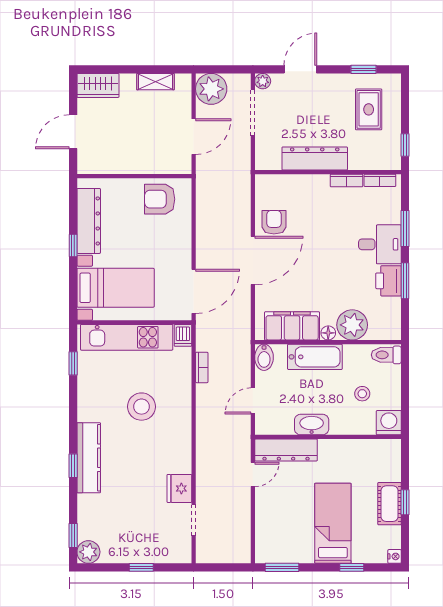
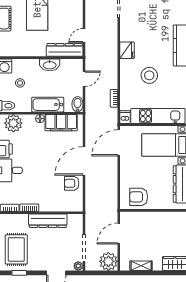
rug: (369, 109) -> (16, 249), width x1.36, depth x1.43
armchair: (160, 199) -> (139, 197), turned 180
armchair: (274, 222) -> (72, 183), turned 90
plant: (352, 325) -> (13, 123), moved
fridge: (179, 488) -> (127, 50), moved

